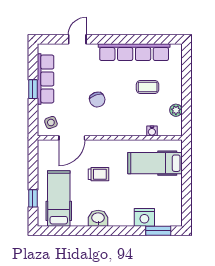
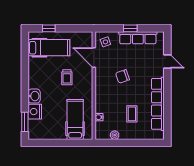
washbasin: (98, 218) -> (34, 96), moved

